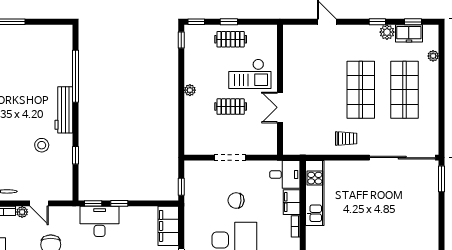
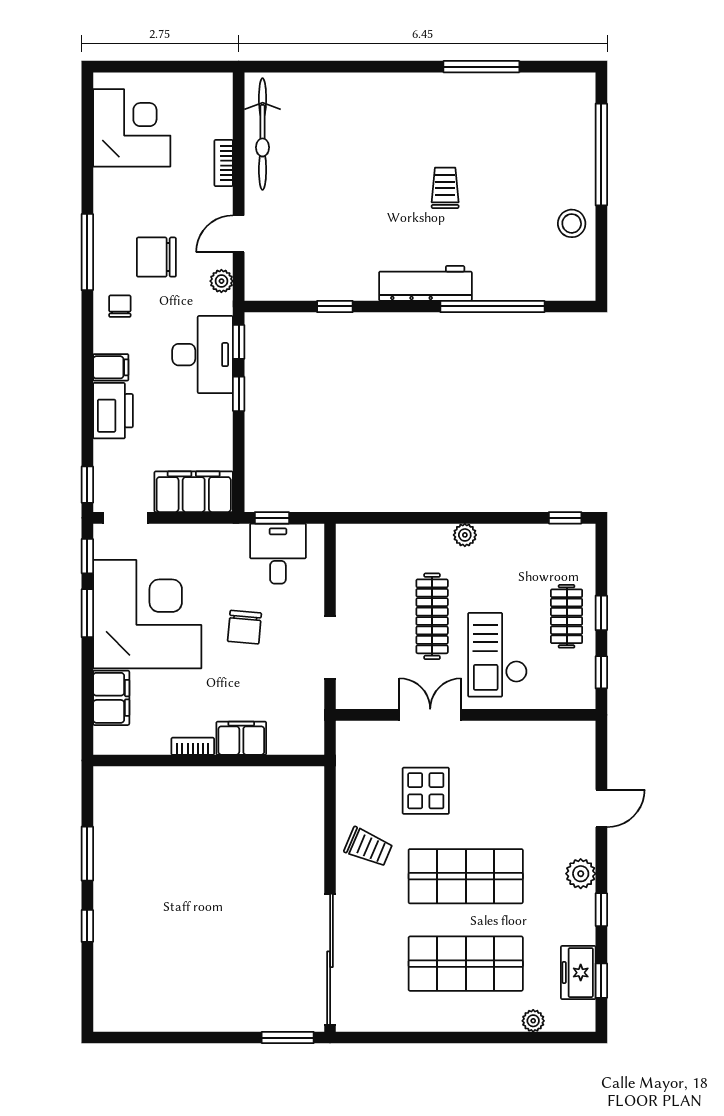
window: (196, 22) -> (601, 672), moved
plant: (387, 32) -> (581, 874), moved
trolley: (16, 100) -> (445, 188), added
clothes rail: (231, 107) -> (432, 616), width x1.36
display table: (318, 110) -> (426, 791), added
trolley: (346, 138) -> (368, 847), turned -67
stool: (42, 145) -> (572, 223), moved
doorway: (230, 158) -> (330, 647), moved
desk: (285, 174) -> (278, 554), moved, turned 180
kitchen unit: (315, 193) -> (259, 785), removed
chair: (236, 200) -> (244, 627), turned 180
plant: (22, 212) -> (221, 281), moved

